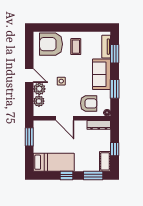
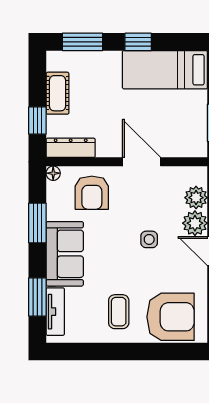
armchair: (89, 103) -> (92, 193), turned -90
window: (115, 149) -> (37, 121), moved
cot: (105, 161) -> (58, 93), moved

